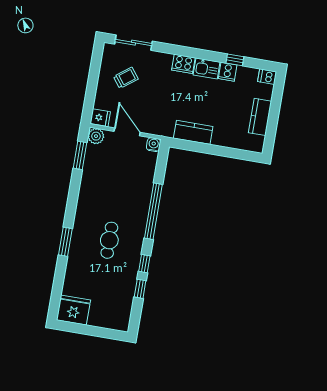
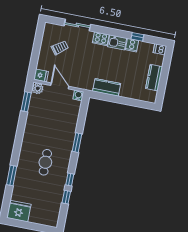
sliding door: (134, 43) -> (77, 25), moved
window: (153, 211) -> (77, 143), width x0.47
window: (65, 242) -> (12, 176), moved

